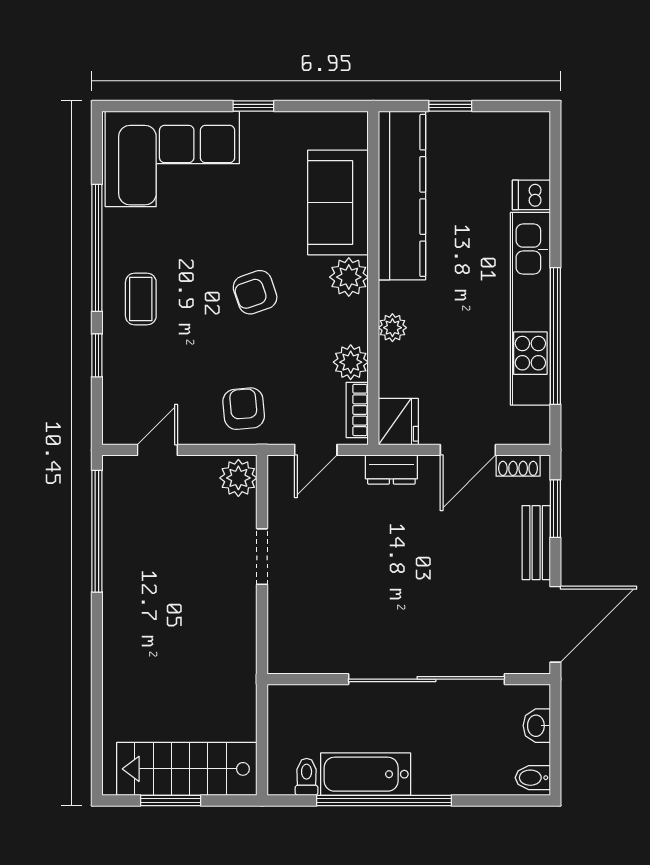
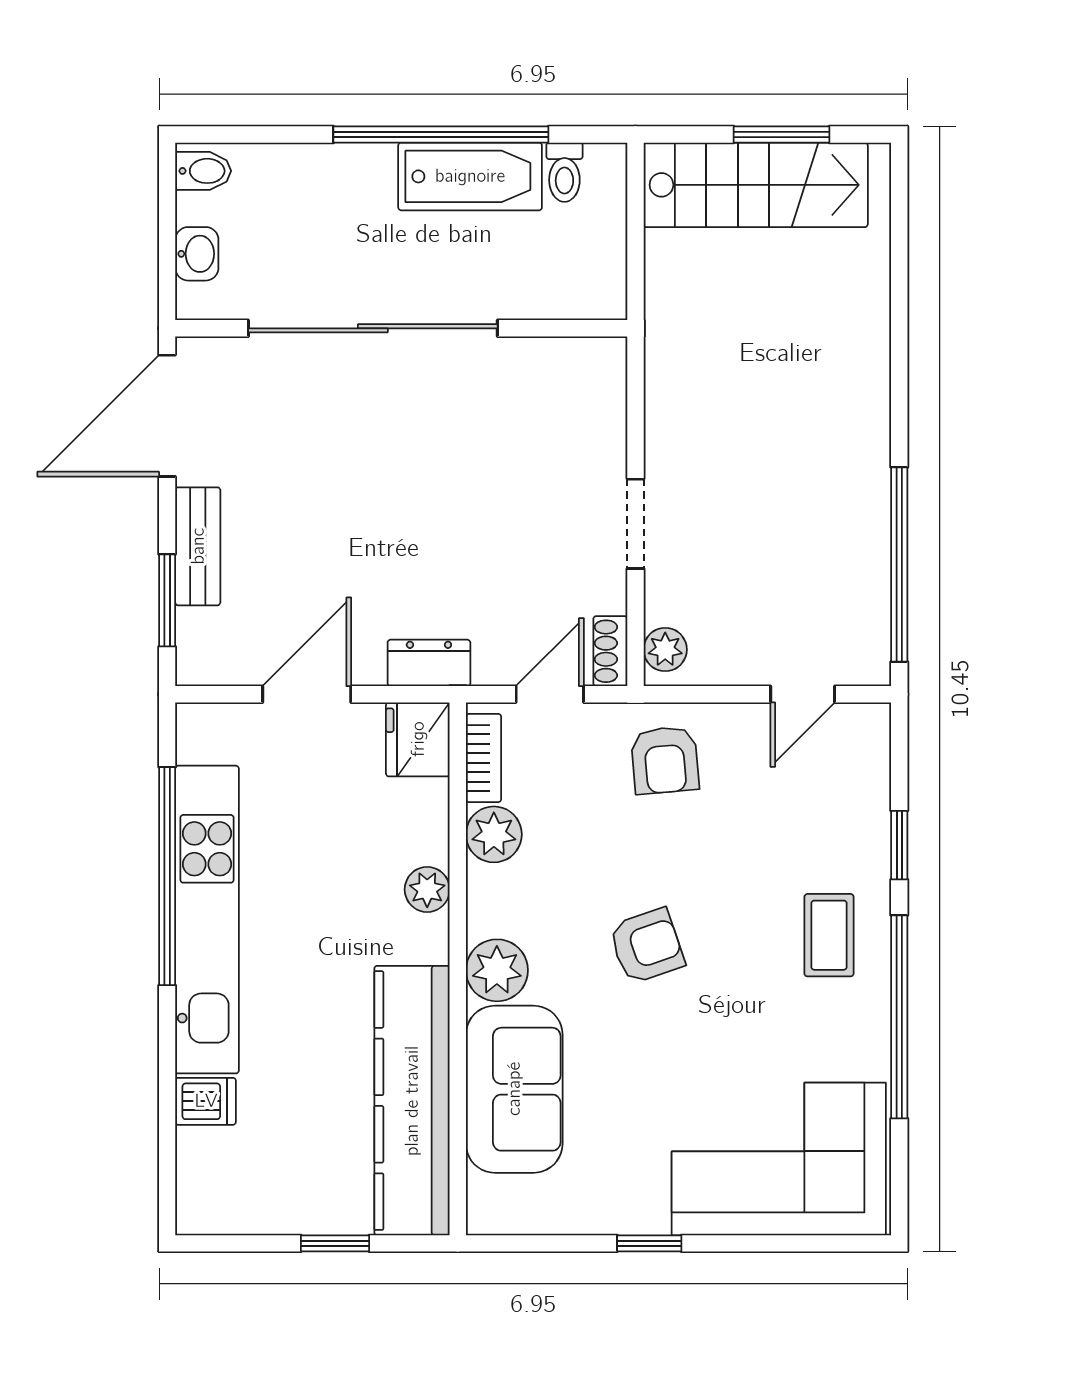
shoe rack: (518, 466) -> (610, 651), moved, turned -90
plant: (238, 478) -> (665, 650), width x0.73, depth x0.73

